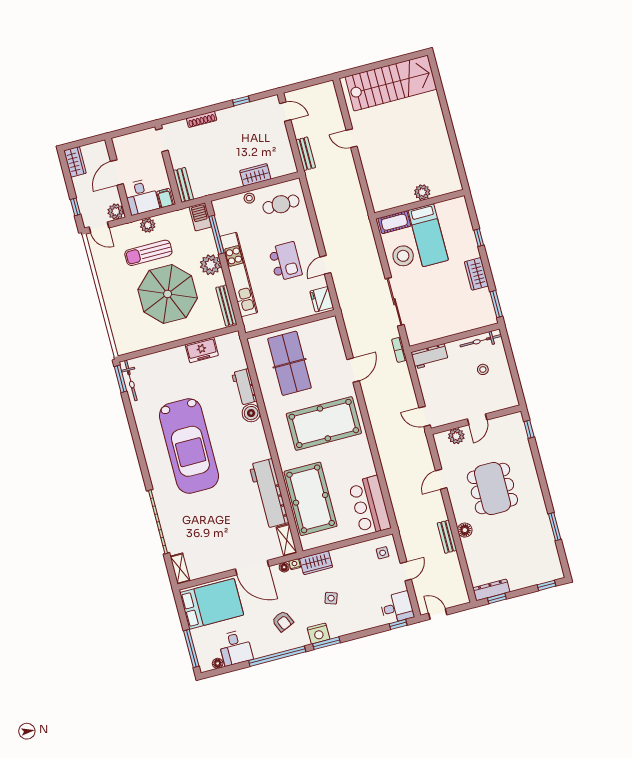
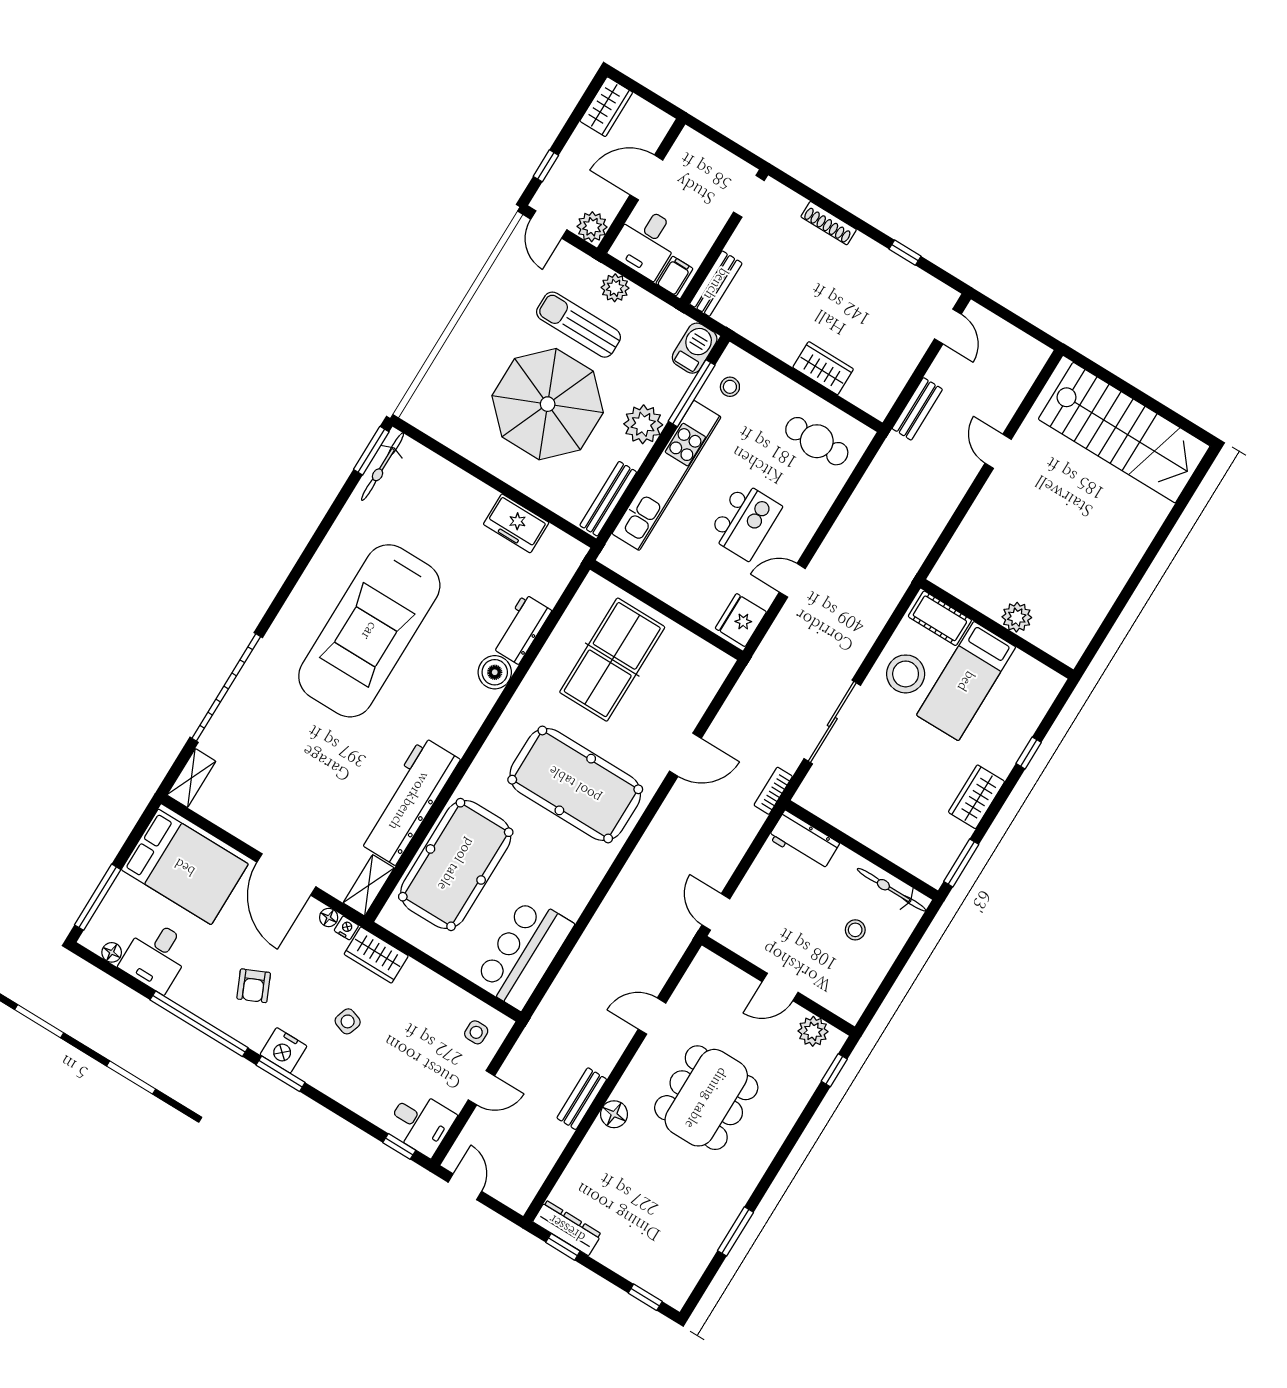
stool: (249, 198) -> (730, 387), moved
plant: (456, 436) -> (813, 1031), moved

